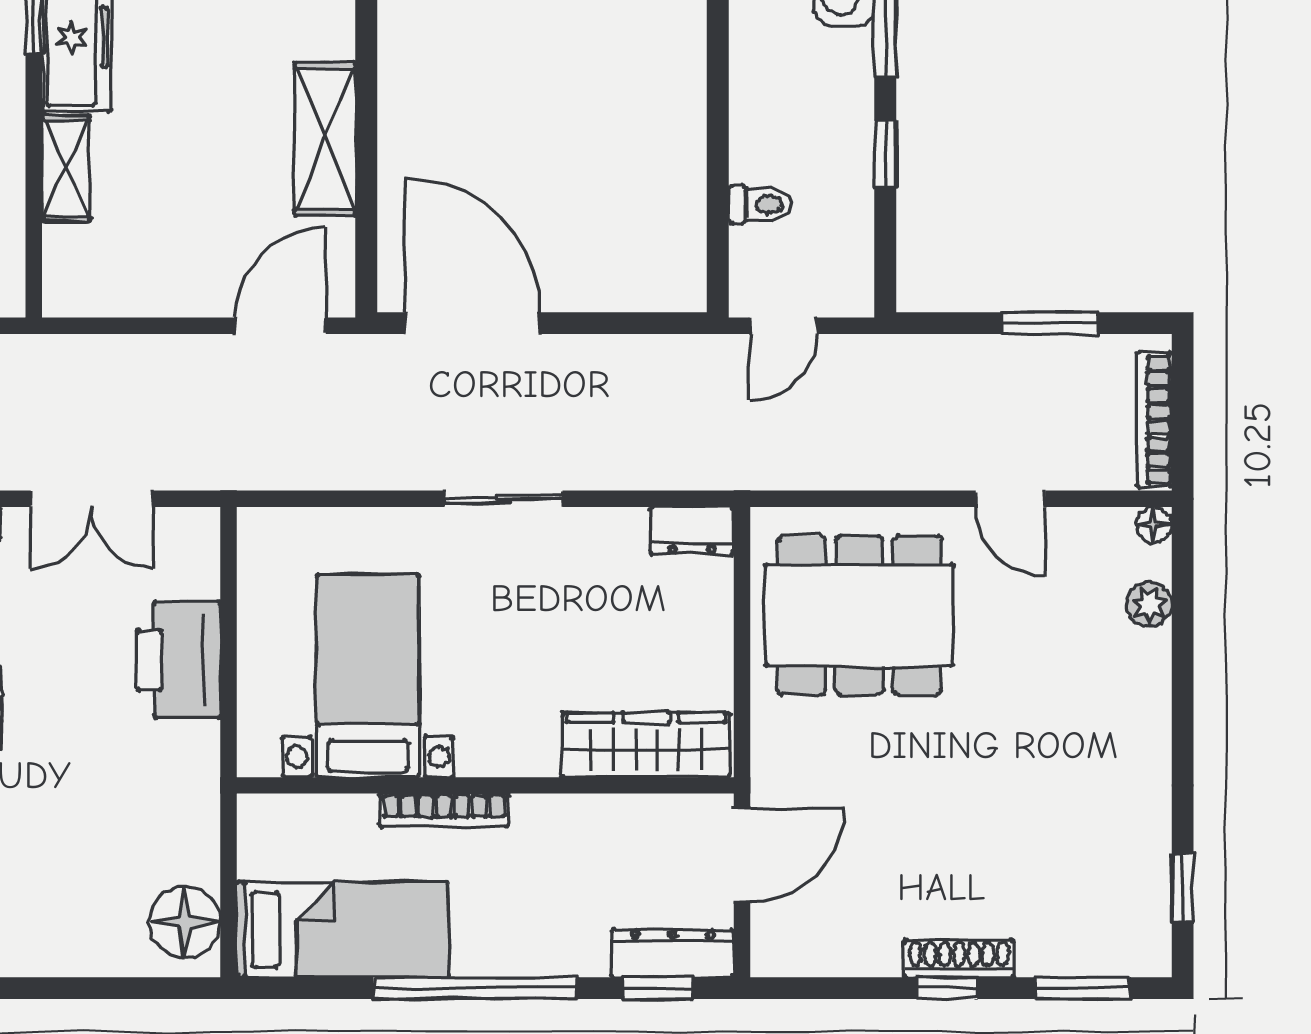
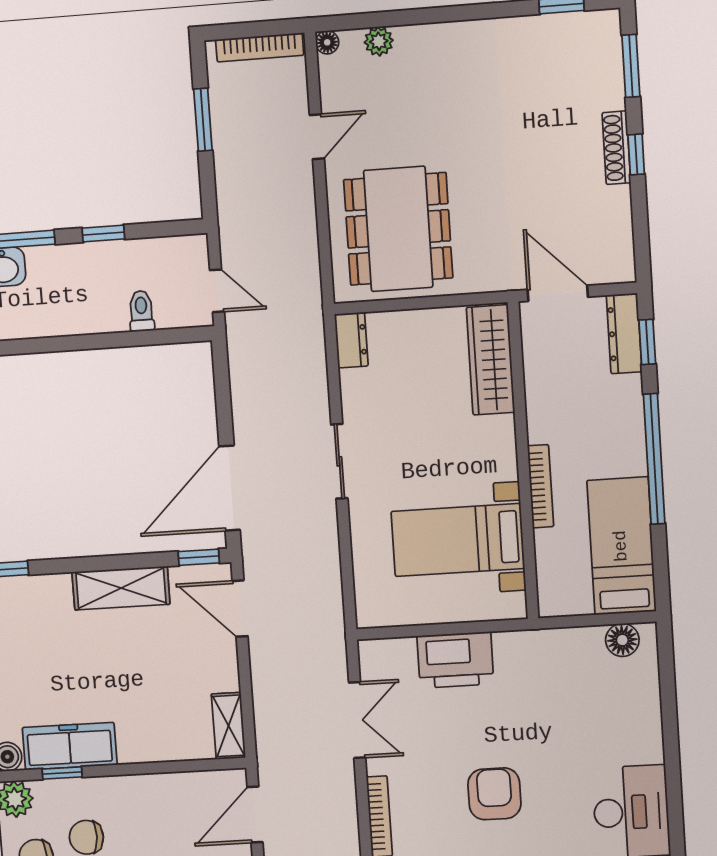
shelving: (66, 168) -> (229, 726), moved, turned 90
window: (366, 266) -> (199, 557), added
floor lamp: (185, 922) -> (622, 640), width x0.73, depth x0.73

